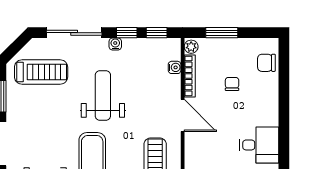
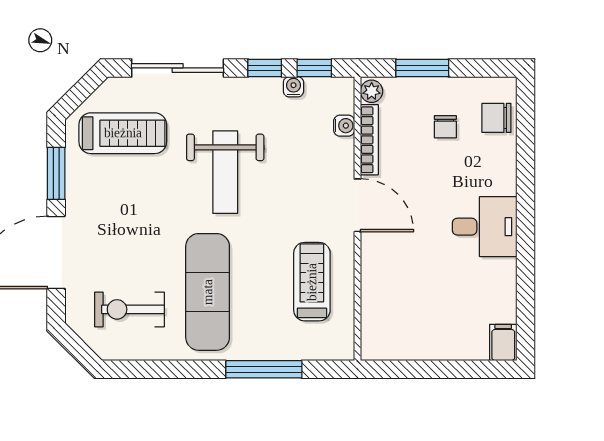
water cooler: (115, 44) -> (293, 87), moved
chair: (232, 84) -> (445, 127), moved, turned 180
weight bench: (103, 95) -> (225, 172), turned 180
desk: (259, 145) -> (485, 227), moved

